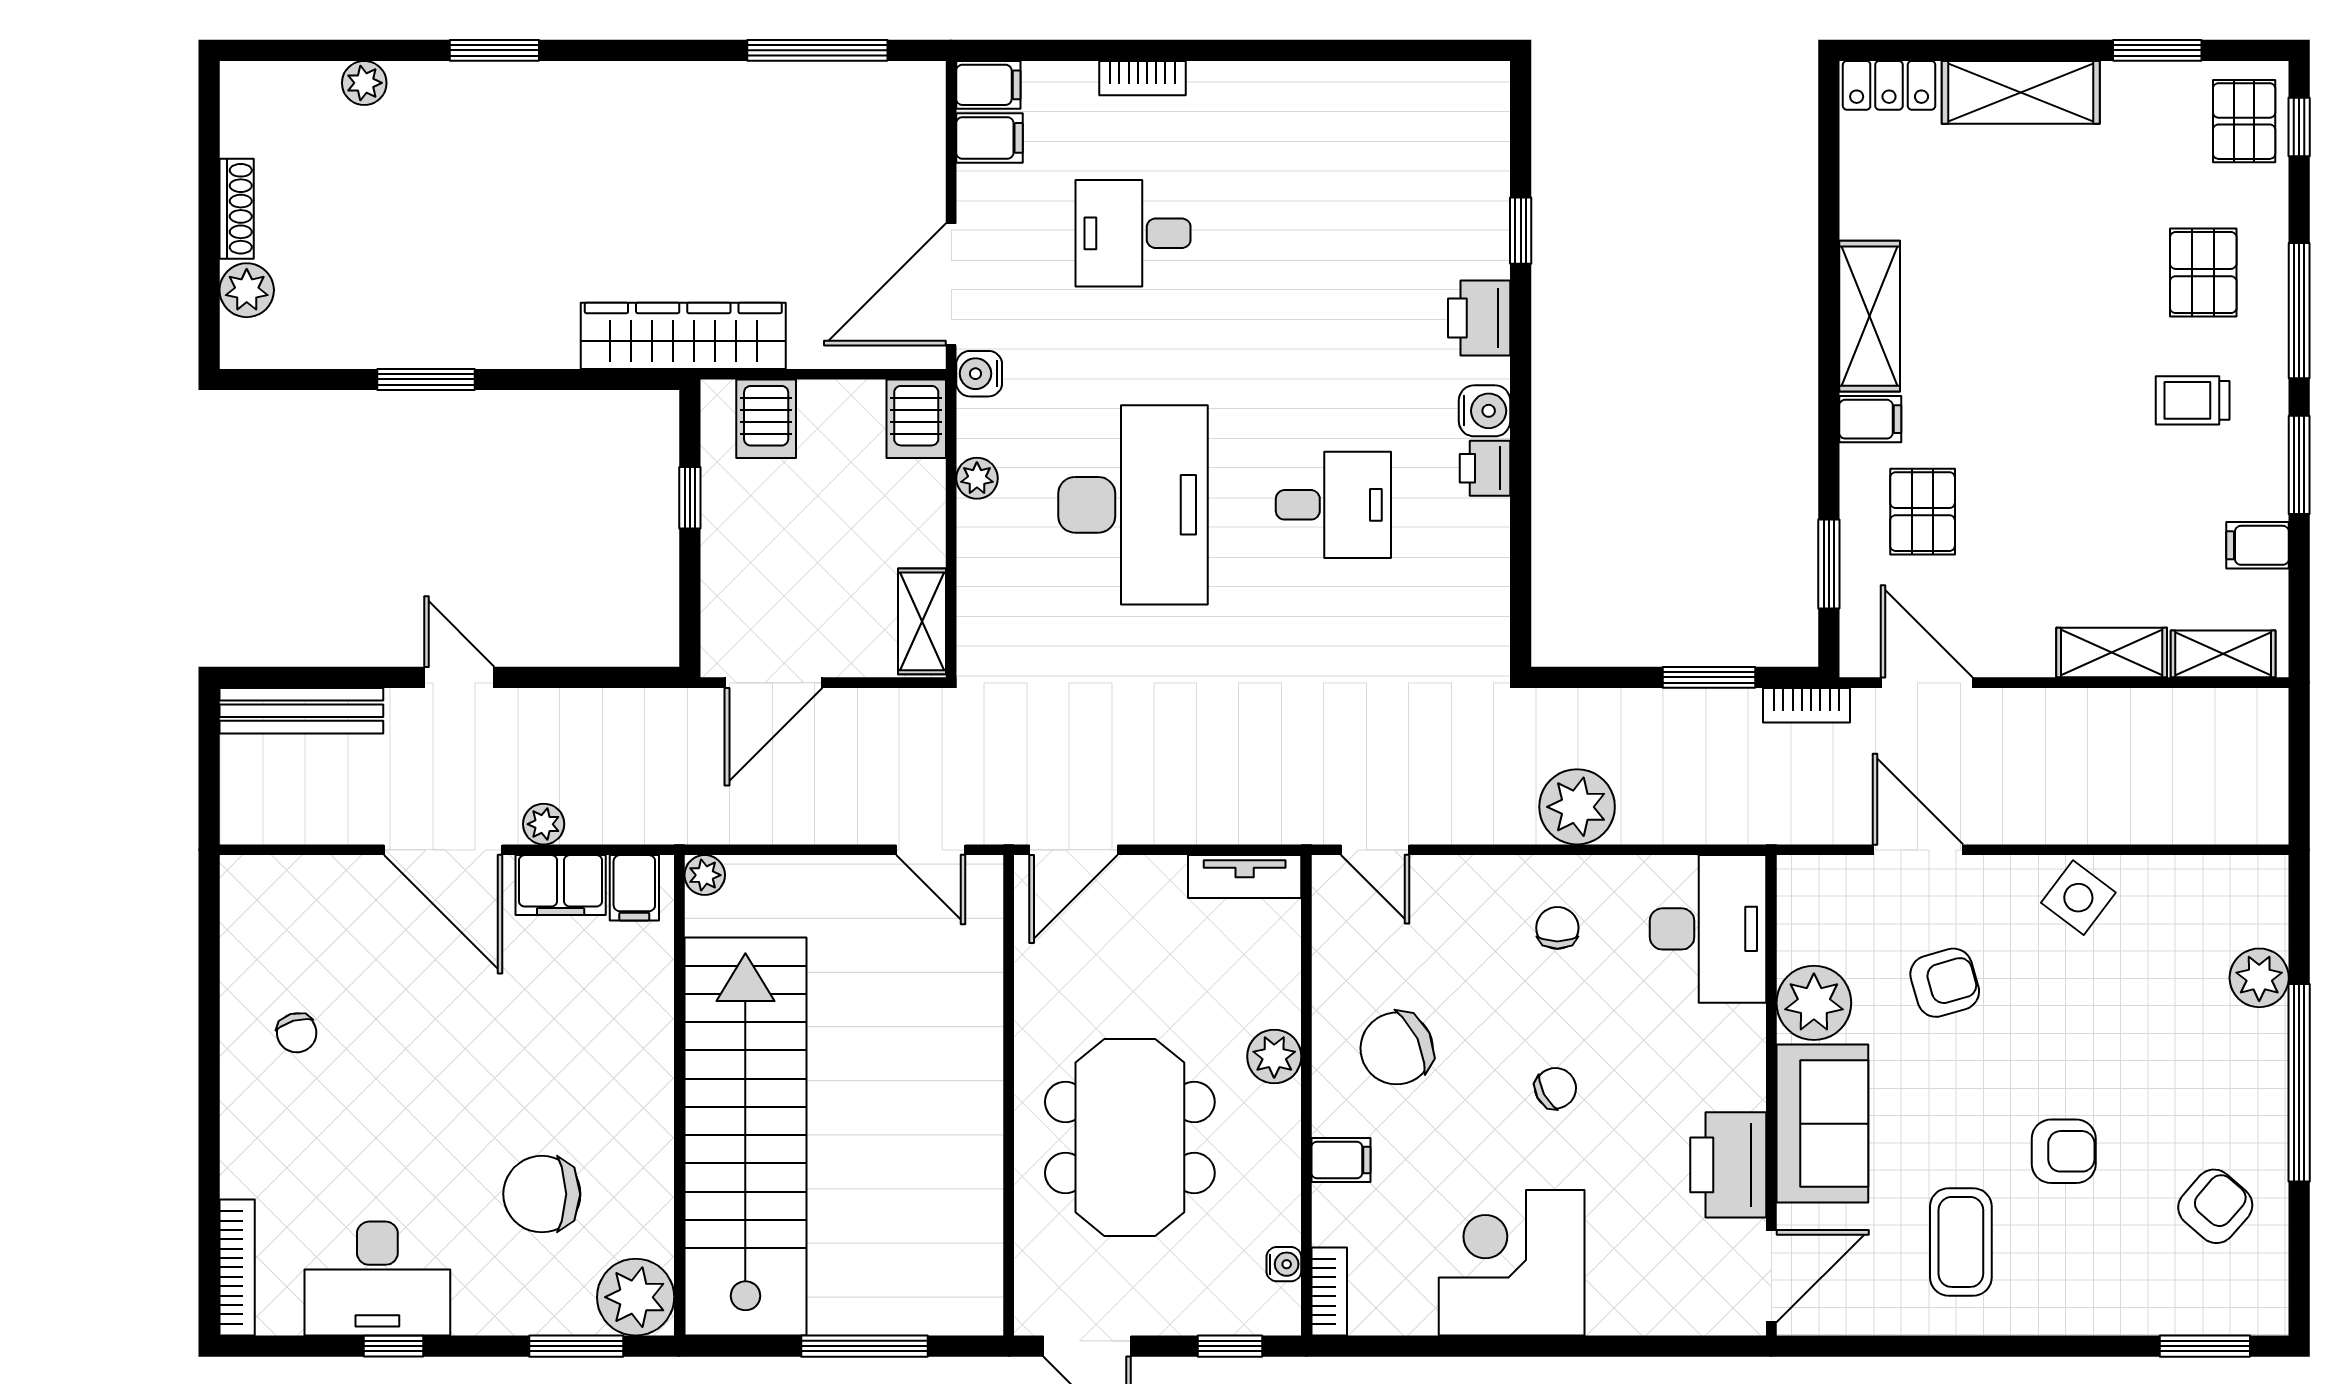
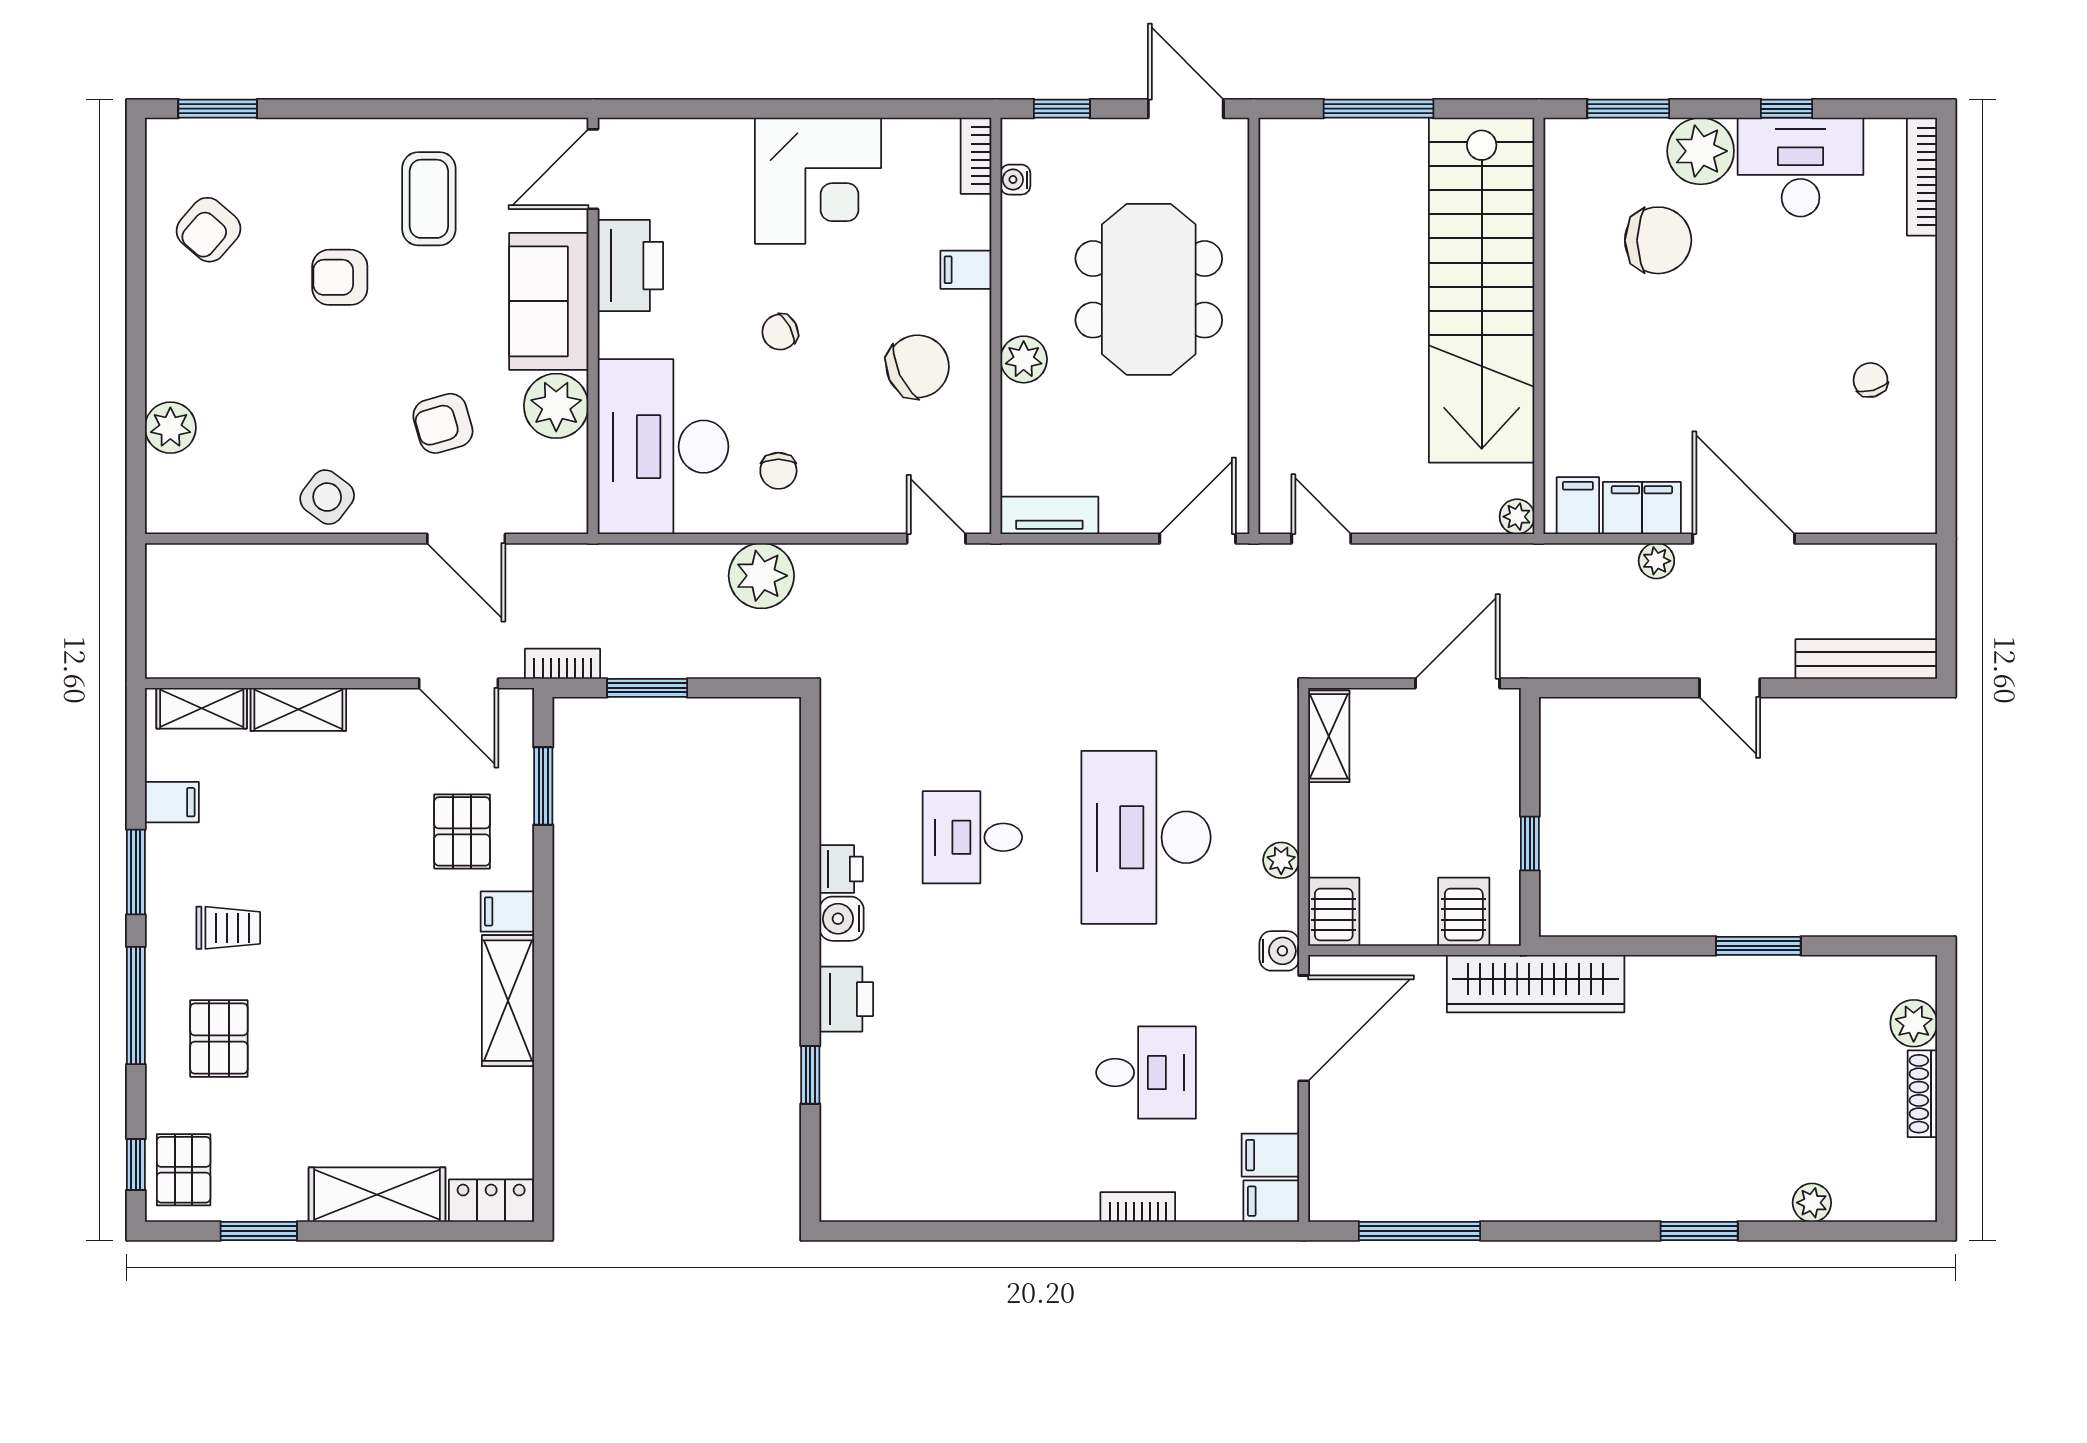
desk: (1708, 929) -> (663, 447), width x1.36, depth x1.30
window: (2299, 1083) -> (136, 337), removed
plant: (636, 1297) -> (1701, 151), moved

